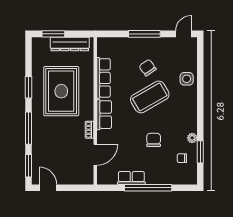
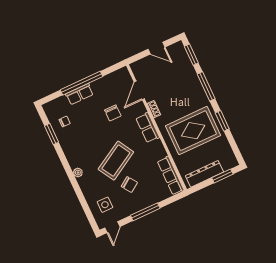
row of seats: (103, 78) -> (171, 176), moved
side table: (187, 79) -> (105, 205), moved
rug: (61, 91) -> (193, 131), turned 90
plant: (192, 138) -> (78, 173), moved
chair: (154, 140) -> (113, 113), moved
row of seats: (131, 178) -> (79, 94), moved
door: (48, 188) -> (157, 48), moved

